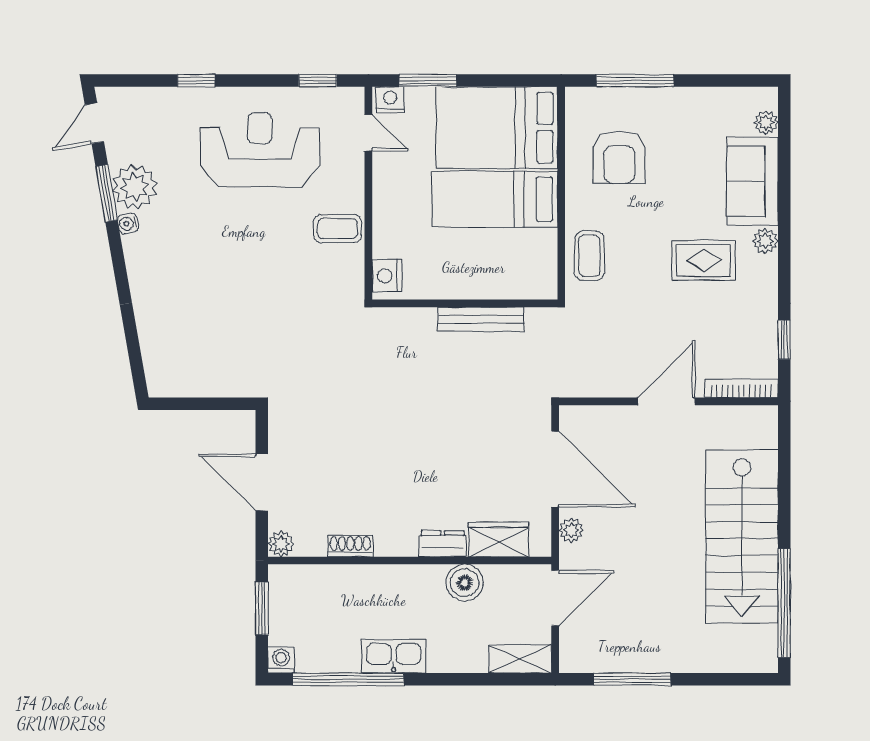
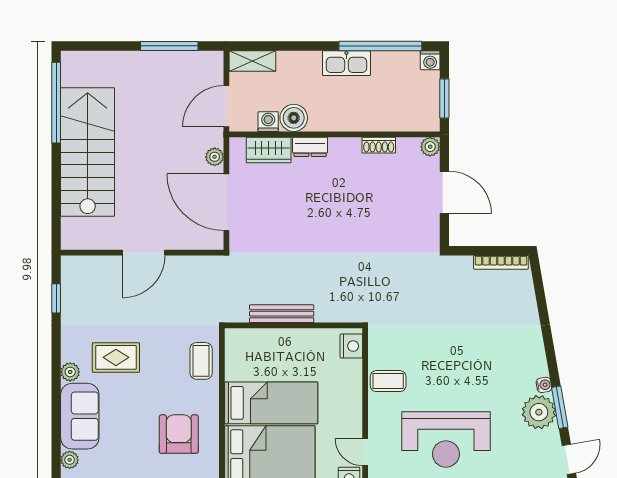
bookcase: (741, 388) -> (501, 262), moved
washing machine: (499, 578) -> (268, 122), added

